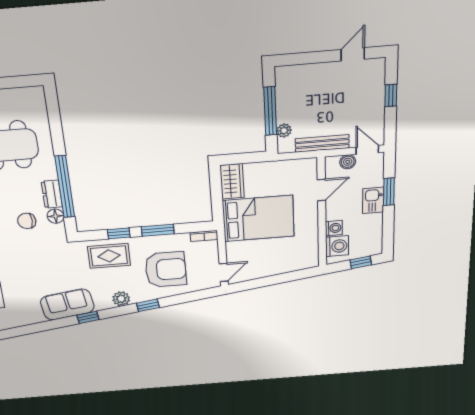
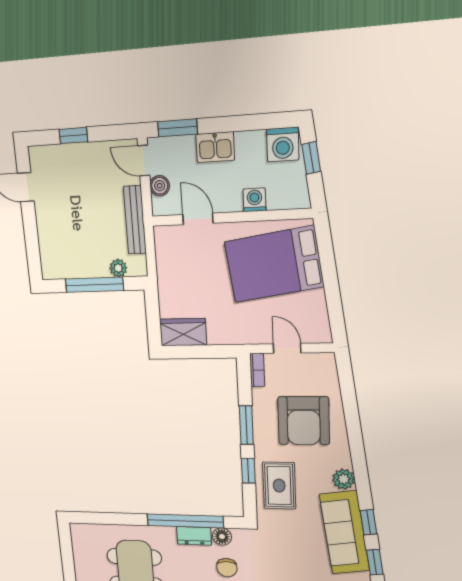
door: (367, 150) -> (144, 161), hinge flipped
window: (389, 192) -> (178, 128), moved
bed: (258, 218) -> (274, 264), moved, turned -98
washing machine: (337, 246) -> (283, 144), moved, turned 180
armchair: (166, 270) -> (304, 421), turned 180
door: (224, 272) -> (287, 348), moved
sofa: (67, 304) -> (345, 533), width x1.36
window: (148, 305) -> (375, 562), moved

